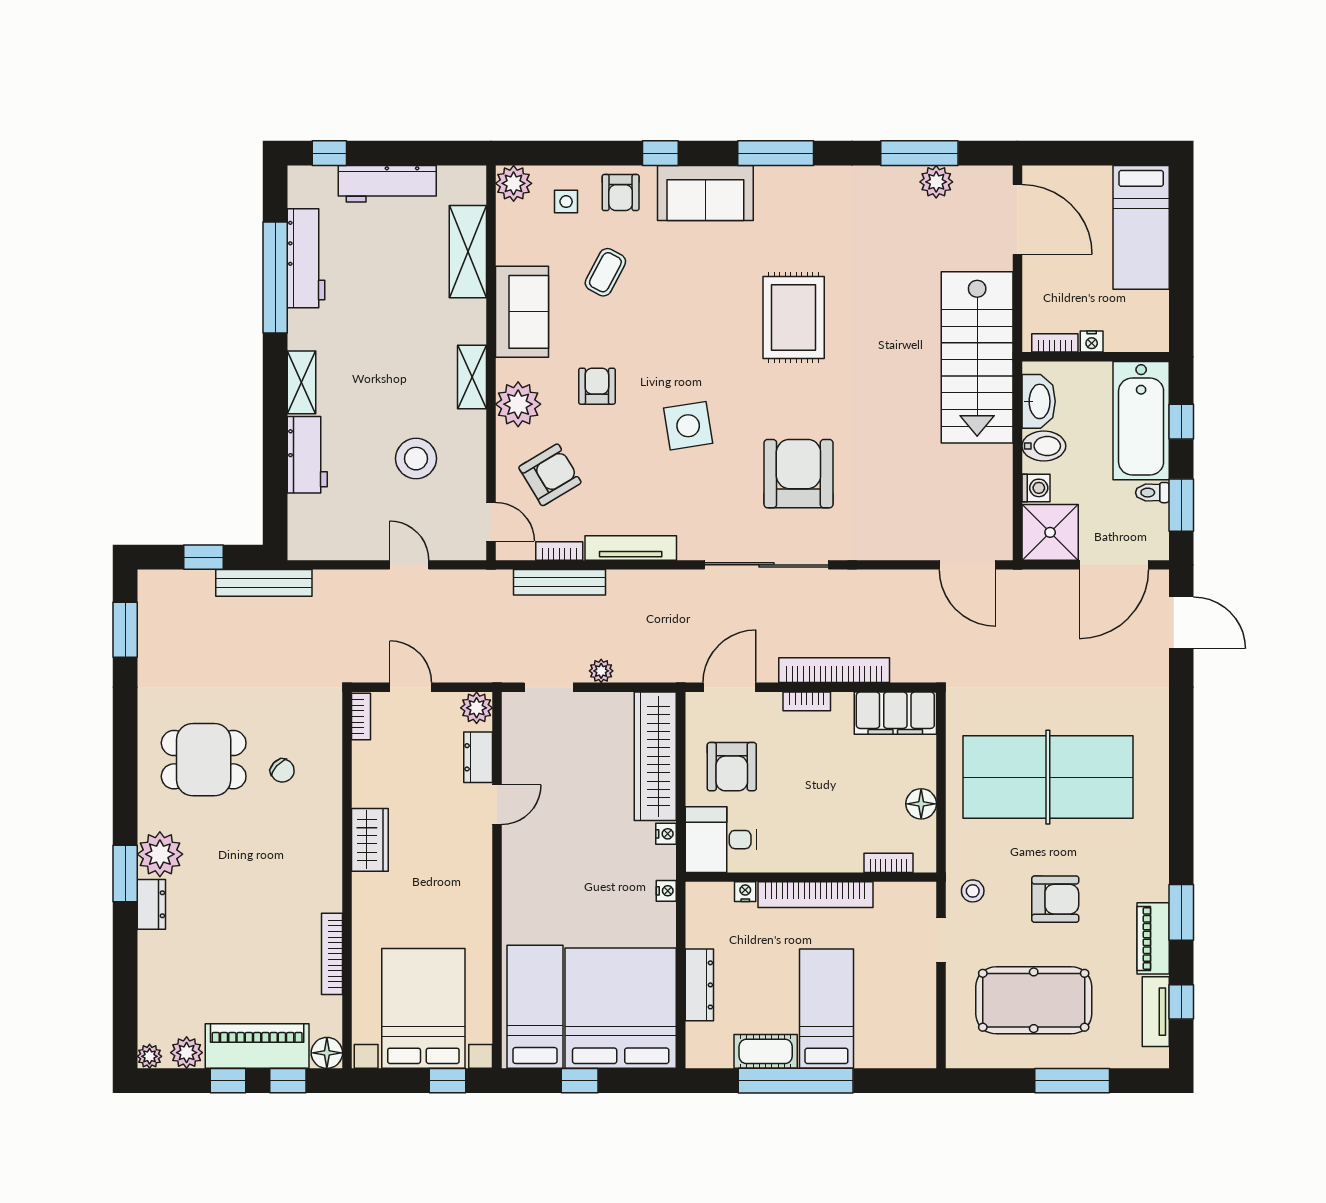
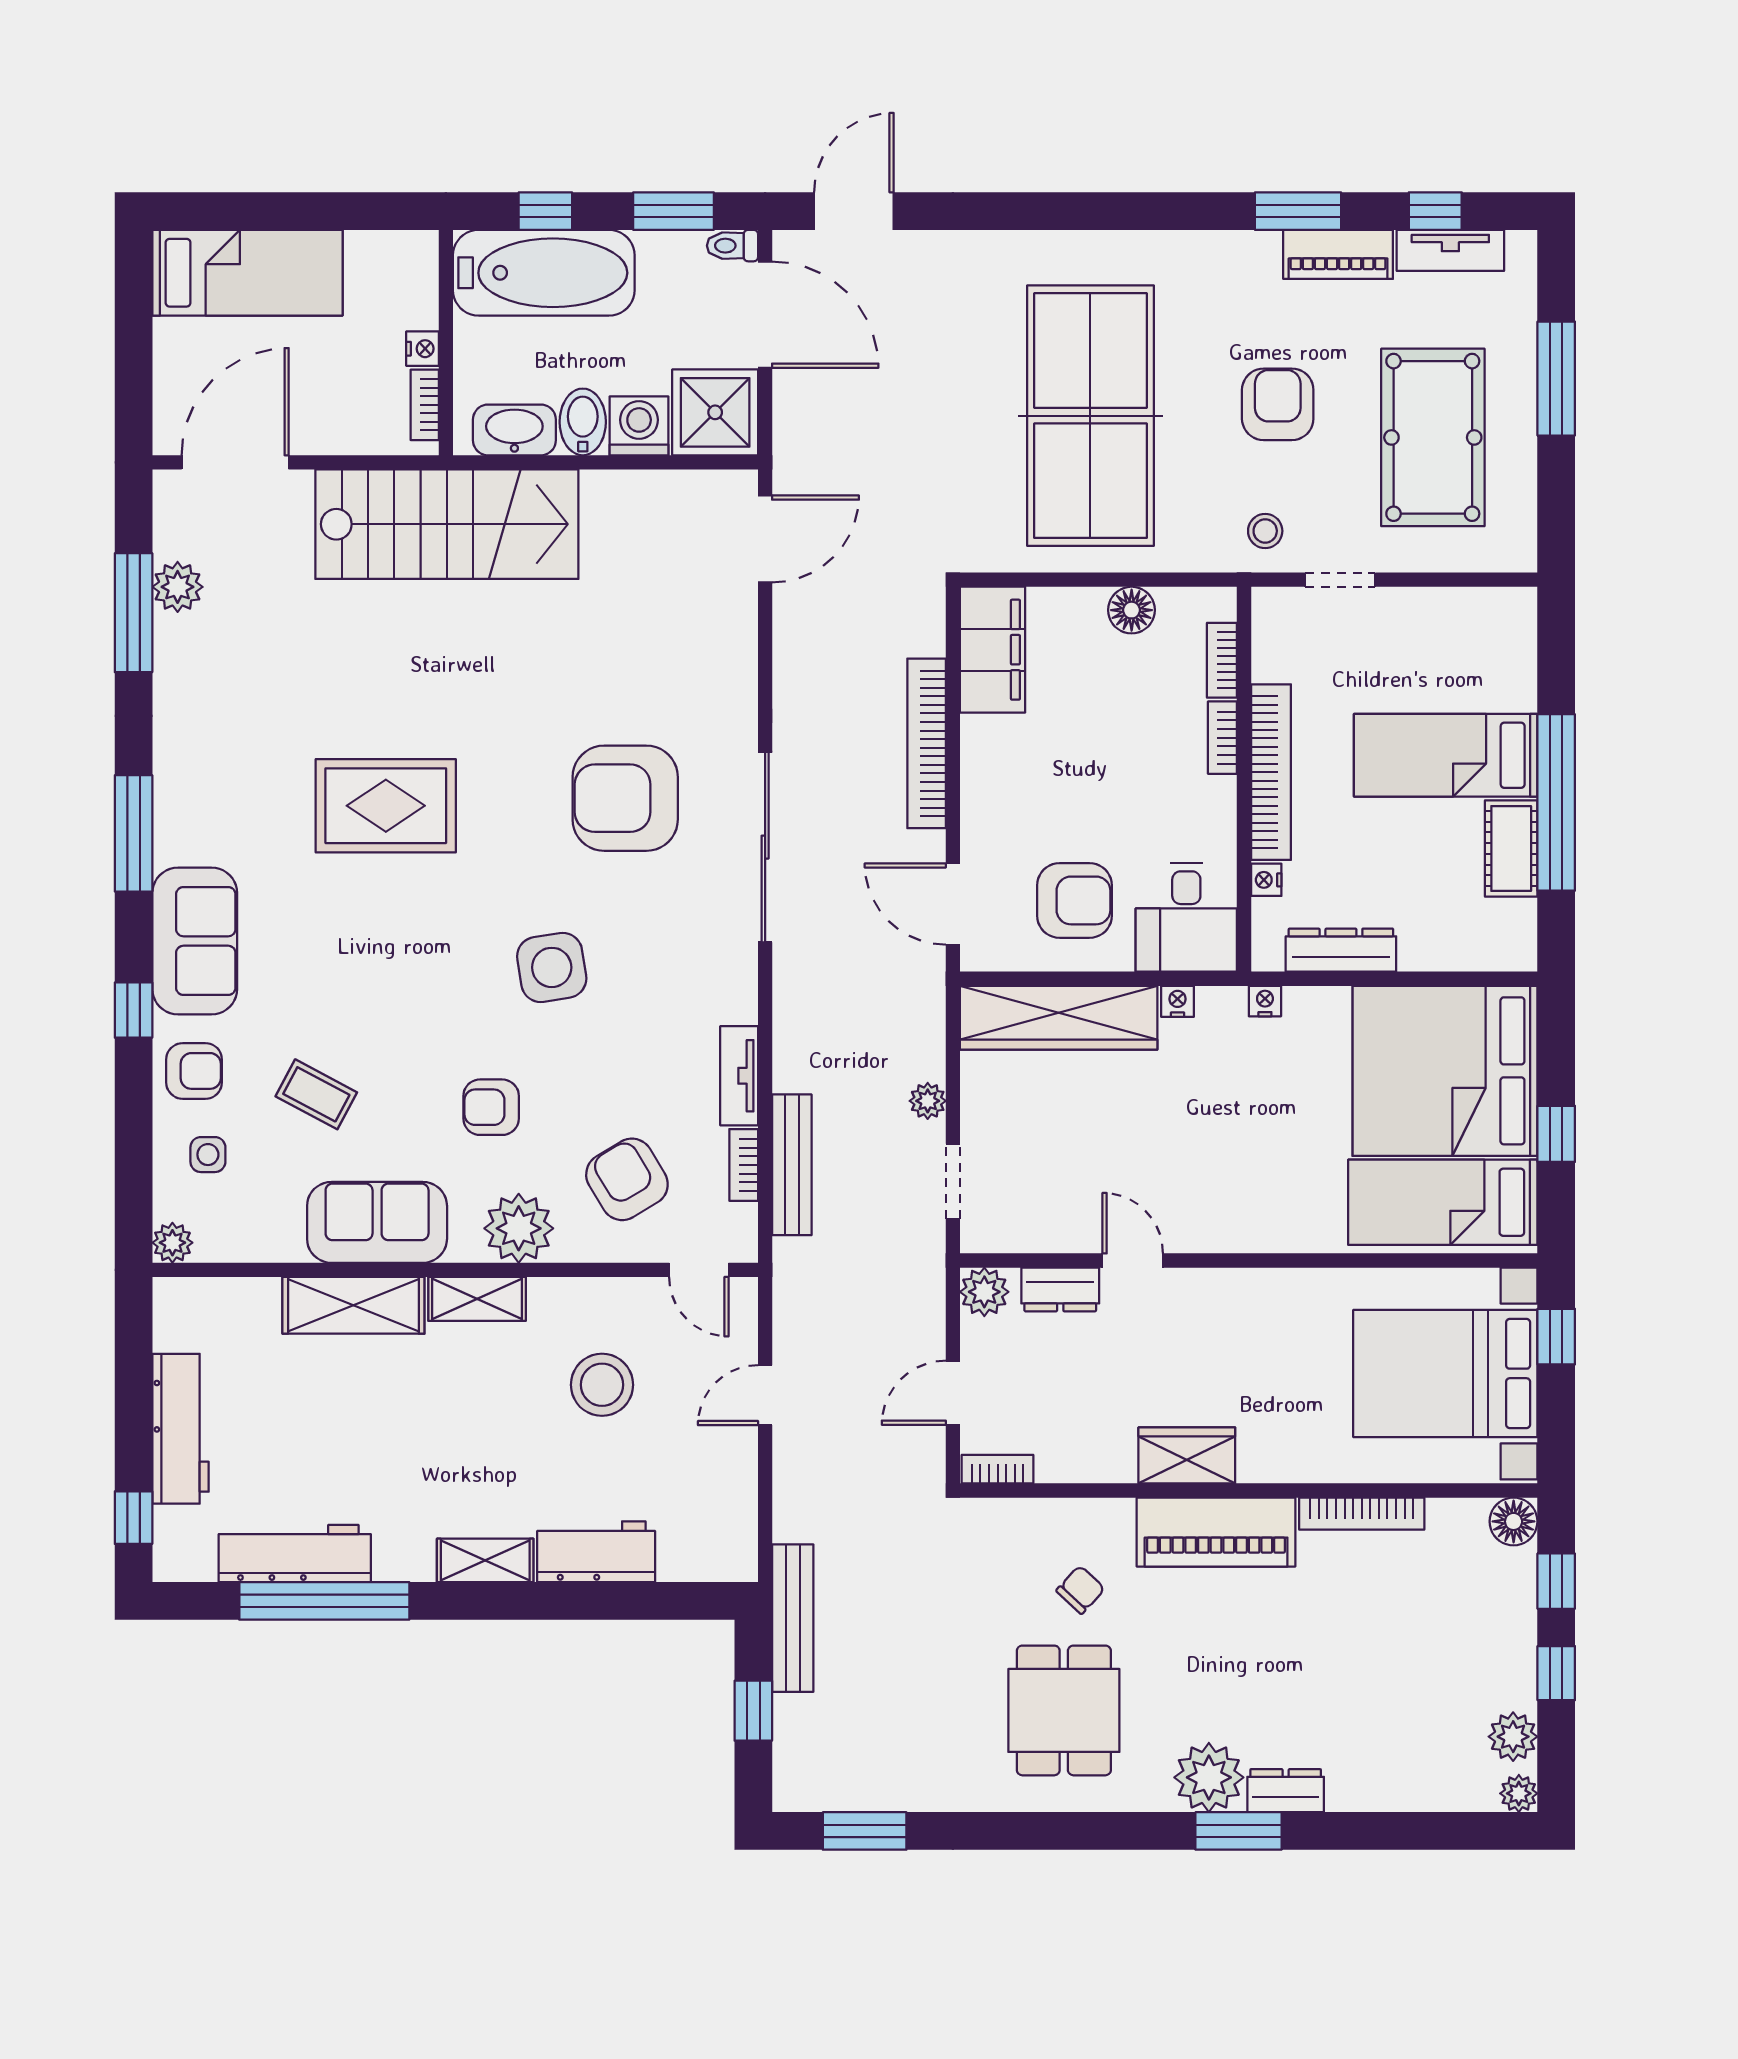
plant: (514, 183) -> (172, 1243), width x0.73, depth x0.73
shelving: (468, 252) -> (353, 1305), moved
washing machine: (1036, 488) -> (639, 426), width x1.38, depth x1.38
toilet: (1152, 493) -> (732, 246), moved, turned 90
door: (491, 522) -> (699, 1270), swing flipped
tv unit: (631, 548) -> (739, 1076), width x0.71
bookcase: (807, 701) -> (1222, 738), moved, turned 180
dresser: (699, 985) -> (1341, 950), moved
piano: (257, 1046) -> (1216, 1532), moved, turned -90

